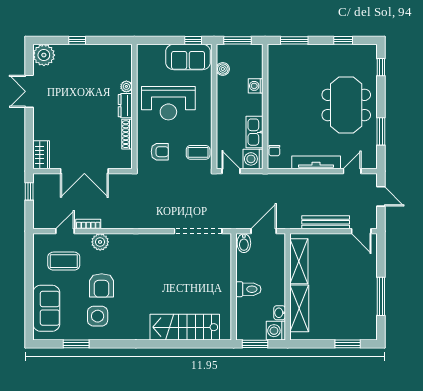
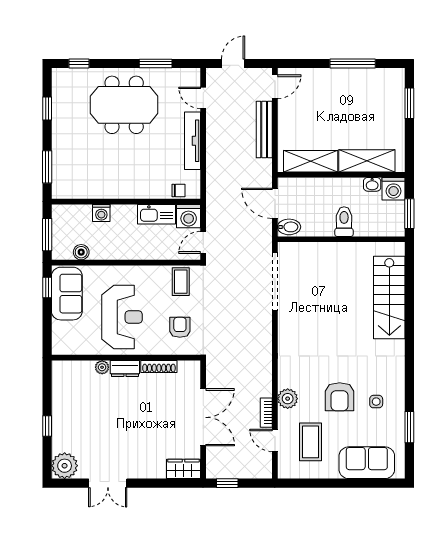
armchair: (102, 285) -> (340, 397), turned 90
side table: (98, 316) -> (376, 402), width x0.54, depth x0.54

